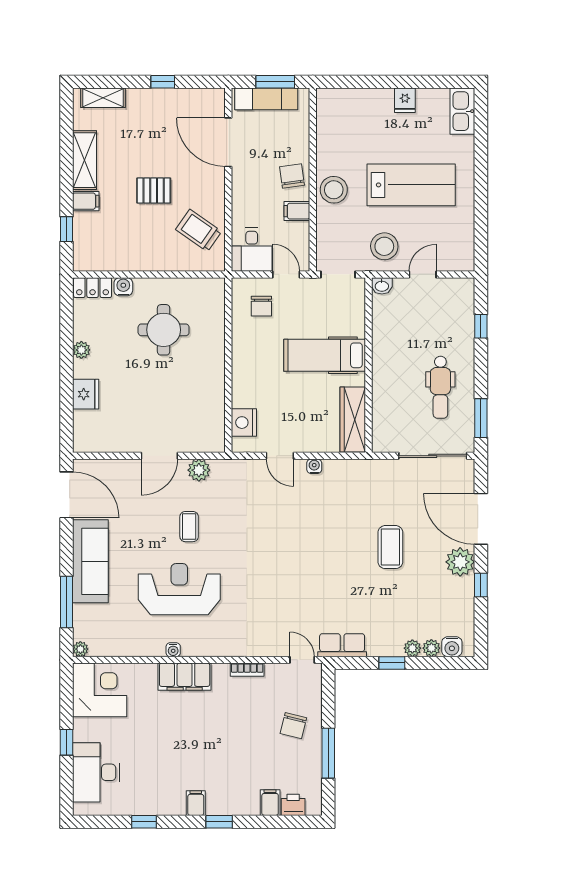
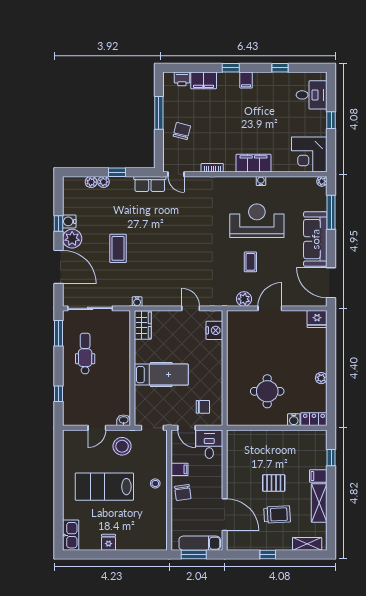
stool: (334, 190) -> (155, 483), width x0.53, depth x0.53
trolley: (199, 230) -> (277, 514), moved, turned -38
chair: (261, 306) -> (203, 407), turned 90
fridge: (86, 394) -> (317, 319), moved, turned -90
wardrobe: (353, 420) -> (143, 325), width x0.67
water cooler: (314, 466) -> (137, 302), moved
reception desk: (179, 589) -> (257, 221), turned 180
water cooler: (452, 647) -> (69, 221), moved, turned -90
desk: (96, 772) -> (312, 95), width x0.73
filing cabinet: (270, 803) -> (204, 80), width x2.00

